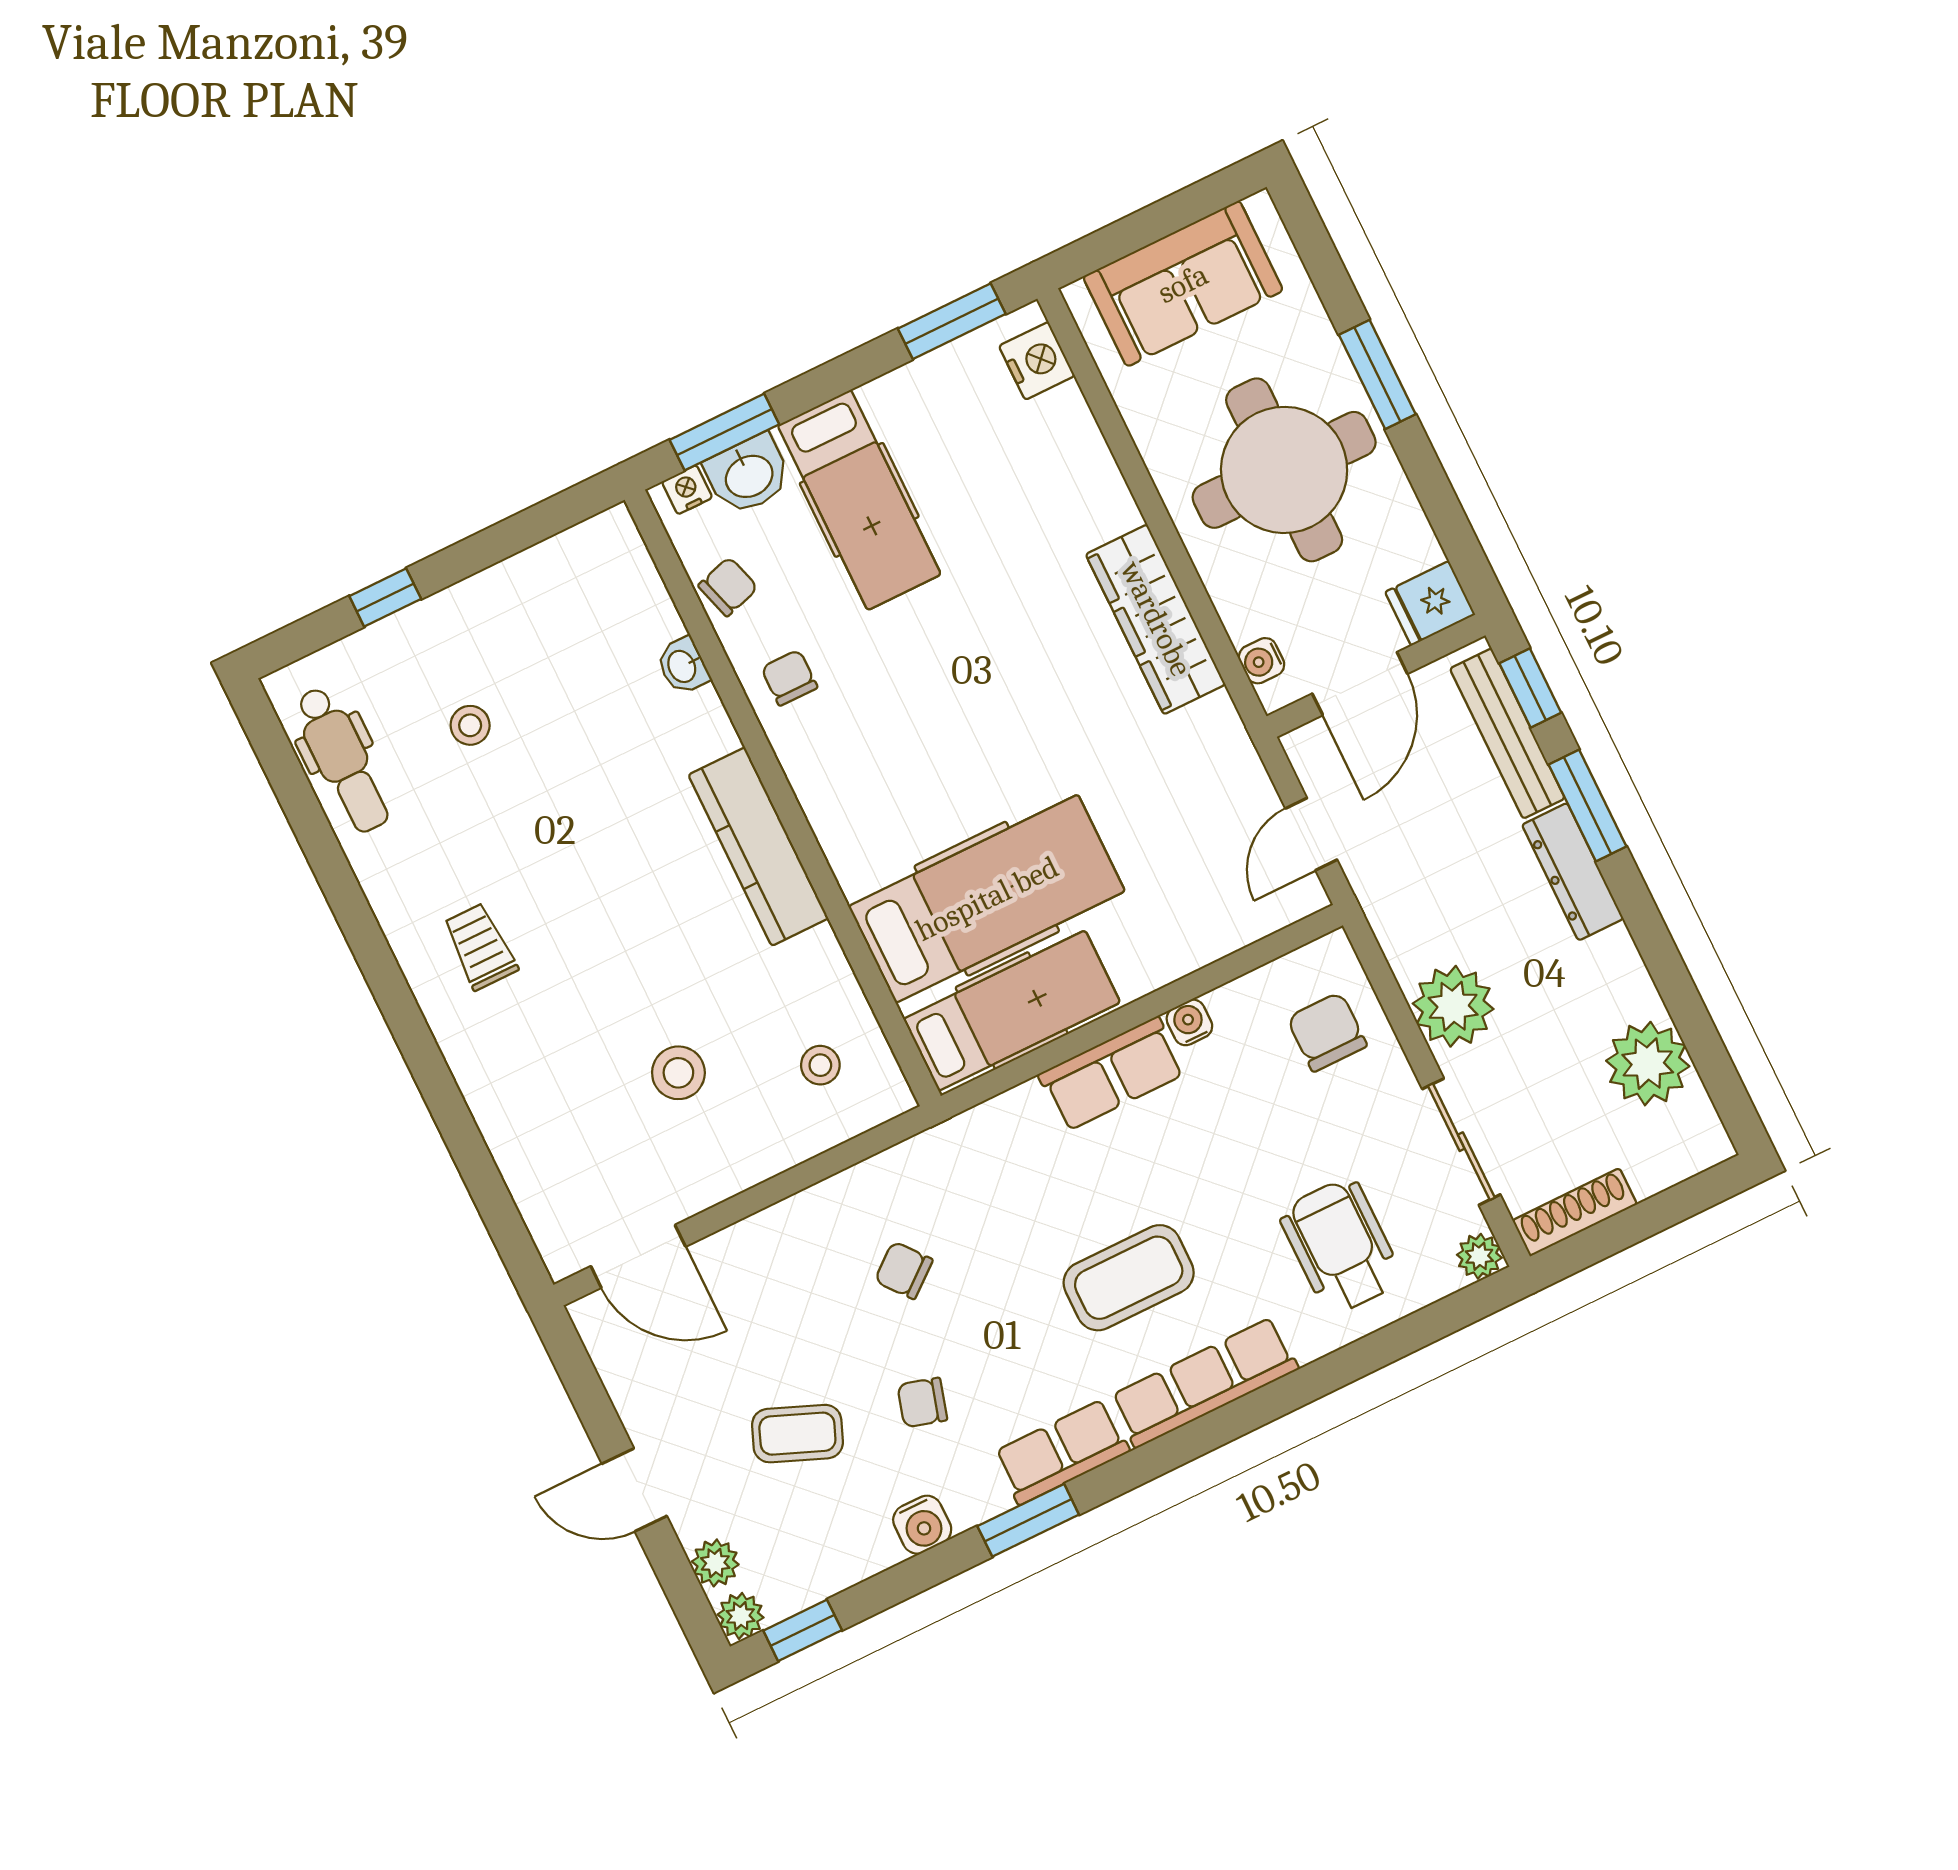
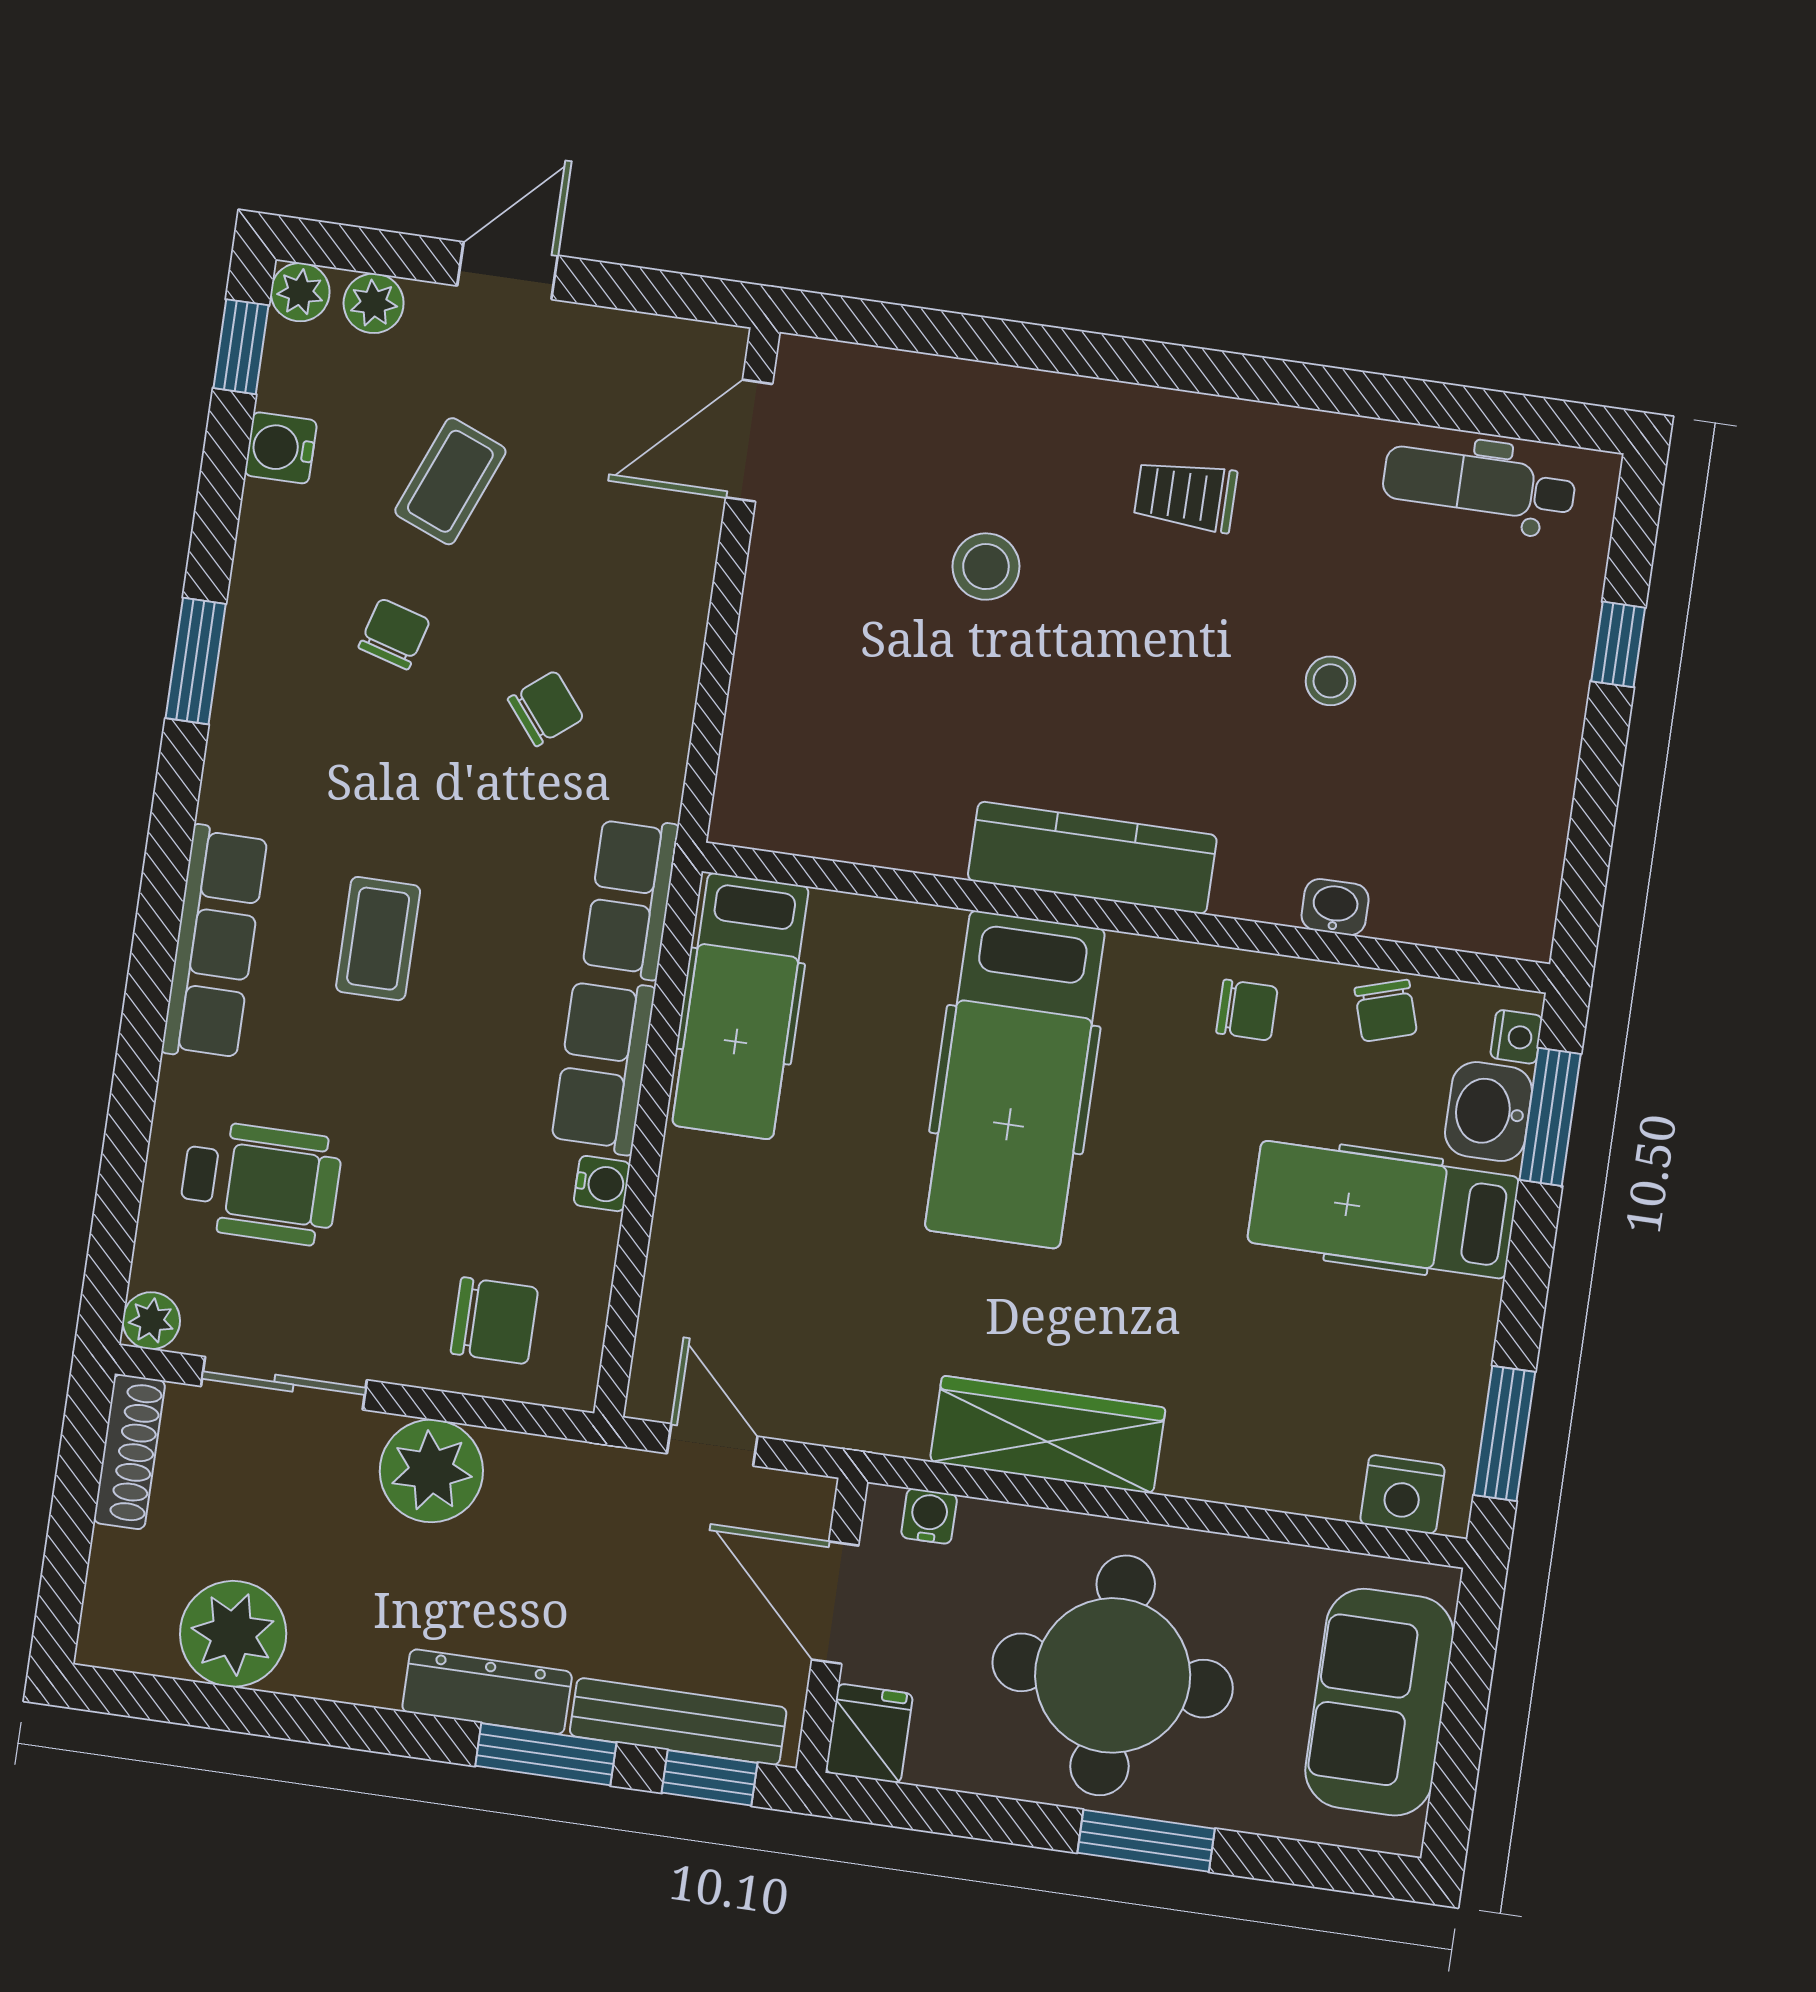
stool: (470, 725) -> (1330, 681), moved
hospital bed: (987, 899) -> (1015, 1080), moved
trolley: (480, 947) -> (1185, 496), turned 180
stool: (820, 1065) -> (820, 767), removed
stool: (678, 1073) -> (986, 567), moved
coffee table: (1129, 1278) -> (378, 939), width x0.73, depth x0.77
row of seats: (1062, 1452) -> (631, 898), moved, turned 180
water cooler: (922, 1525) -> (281, 448), moved

